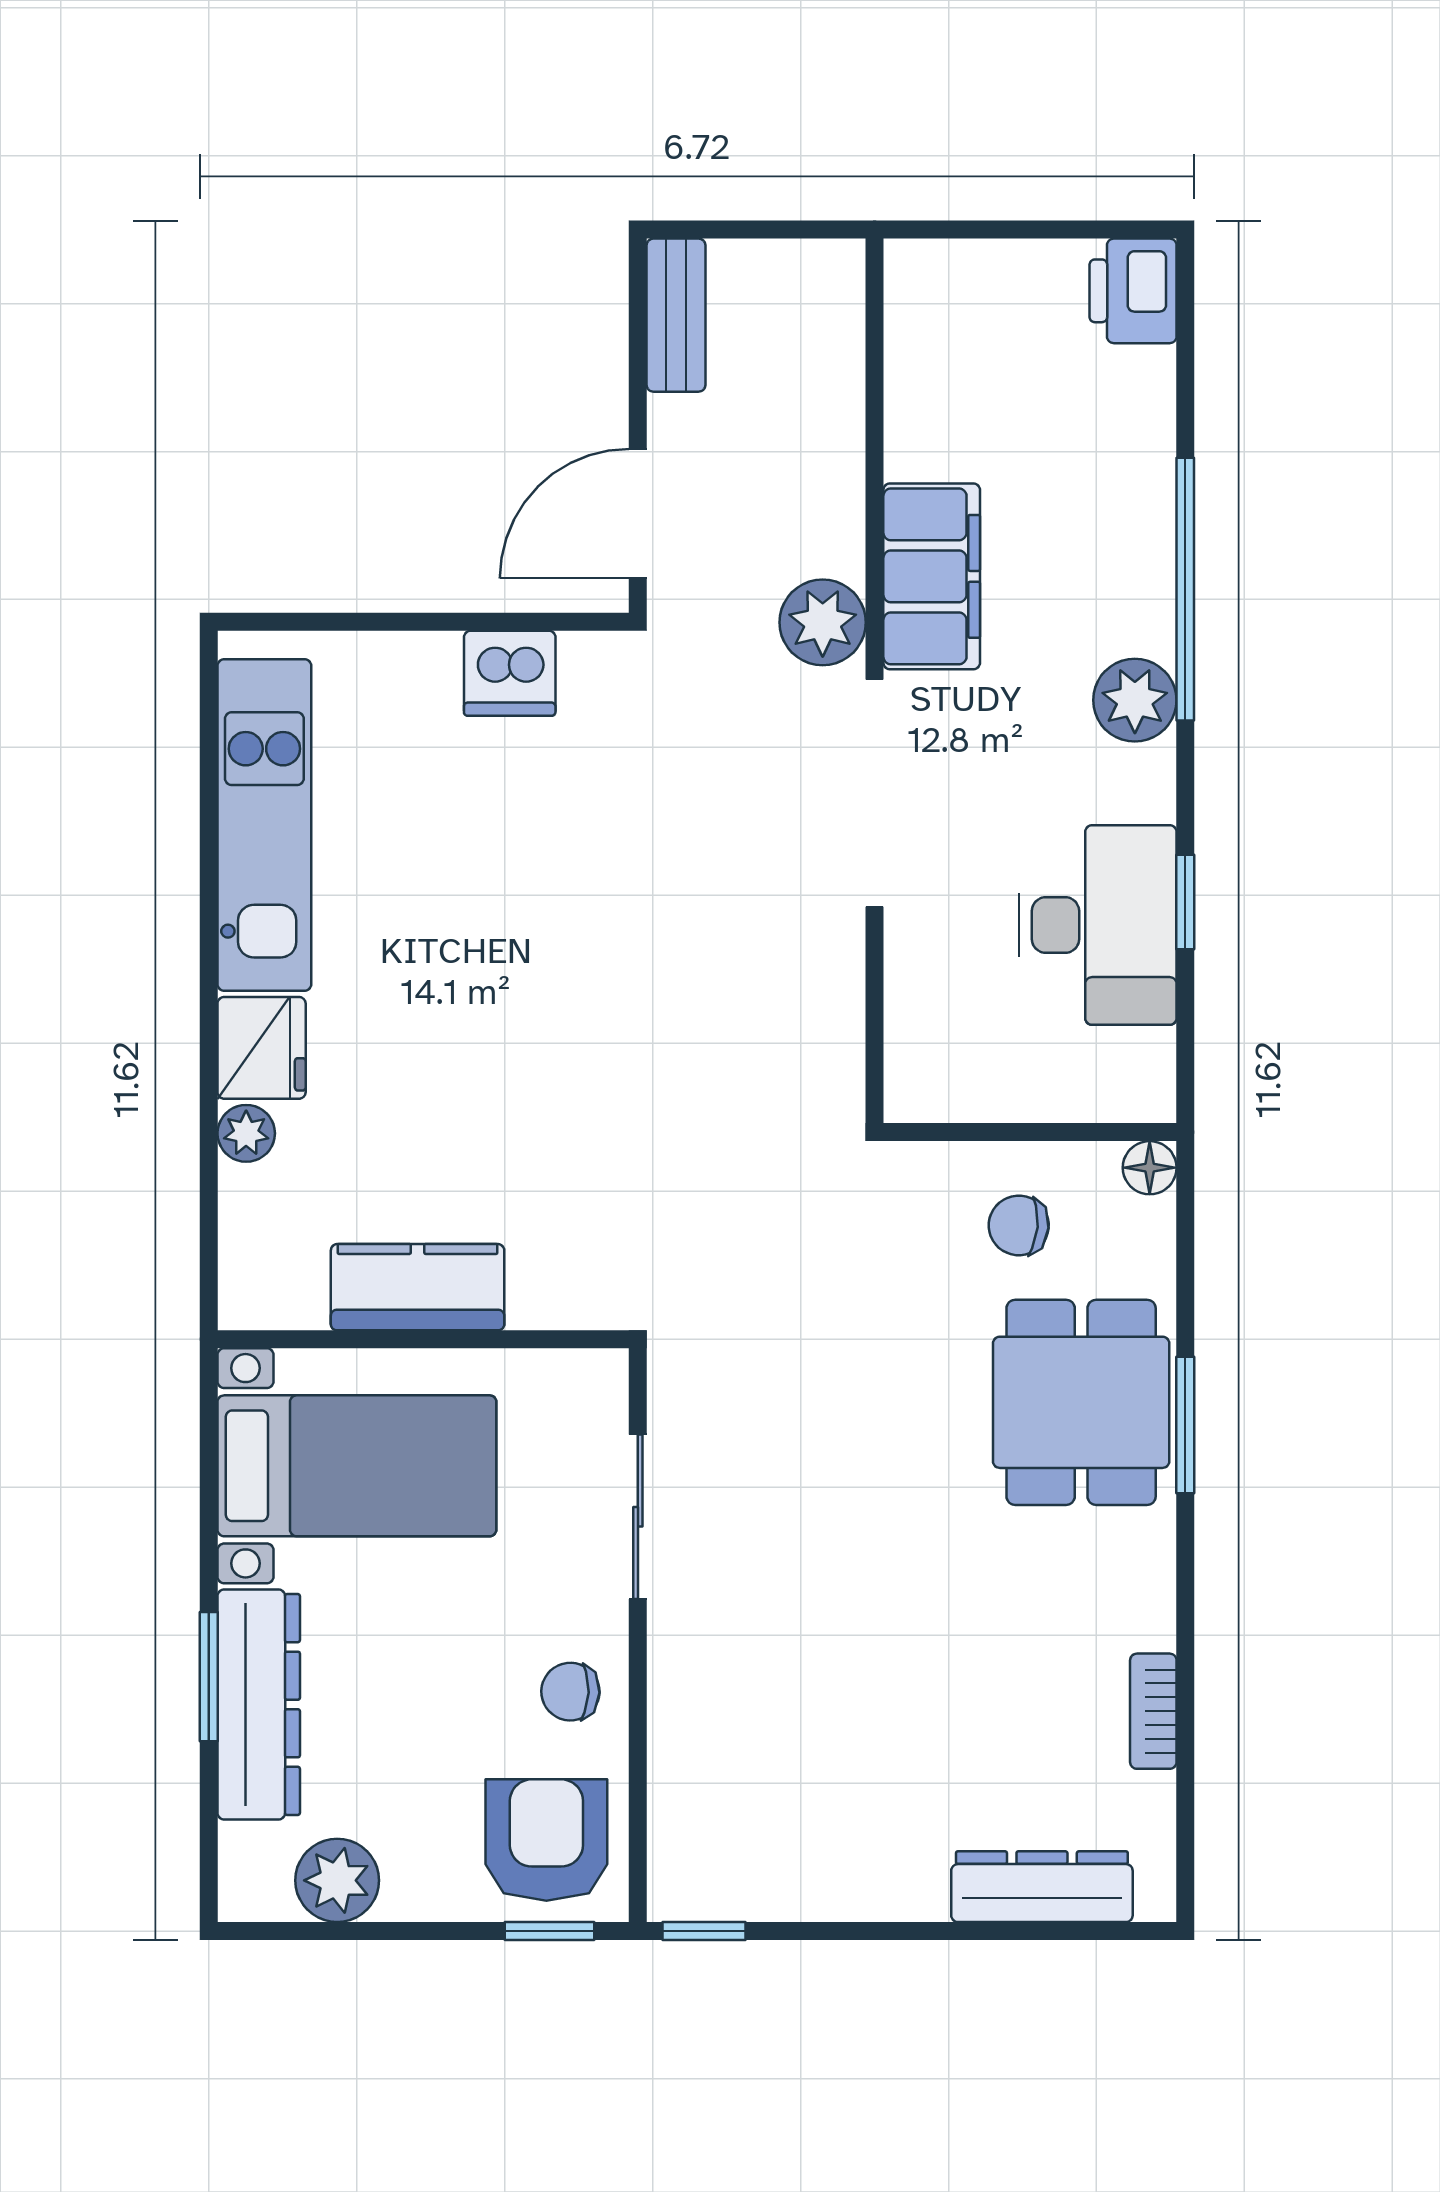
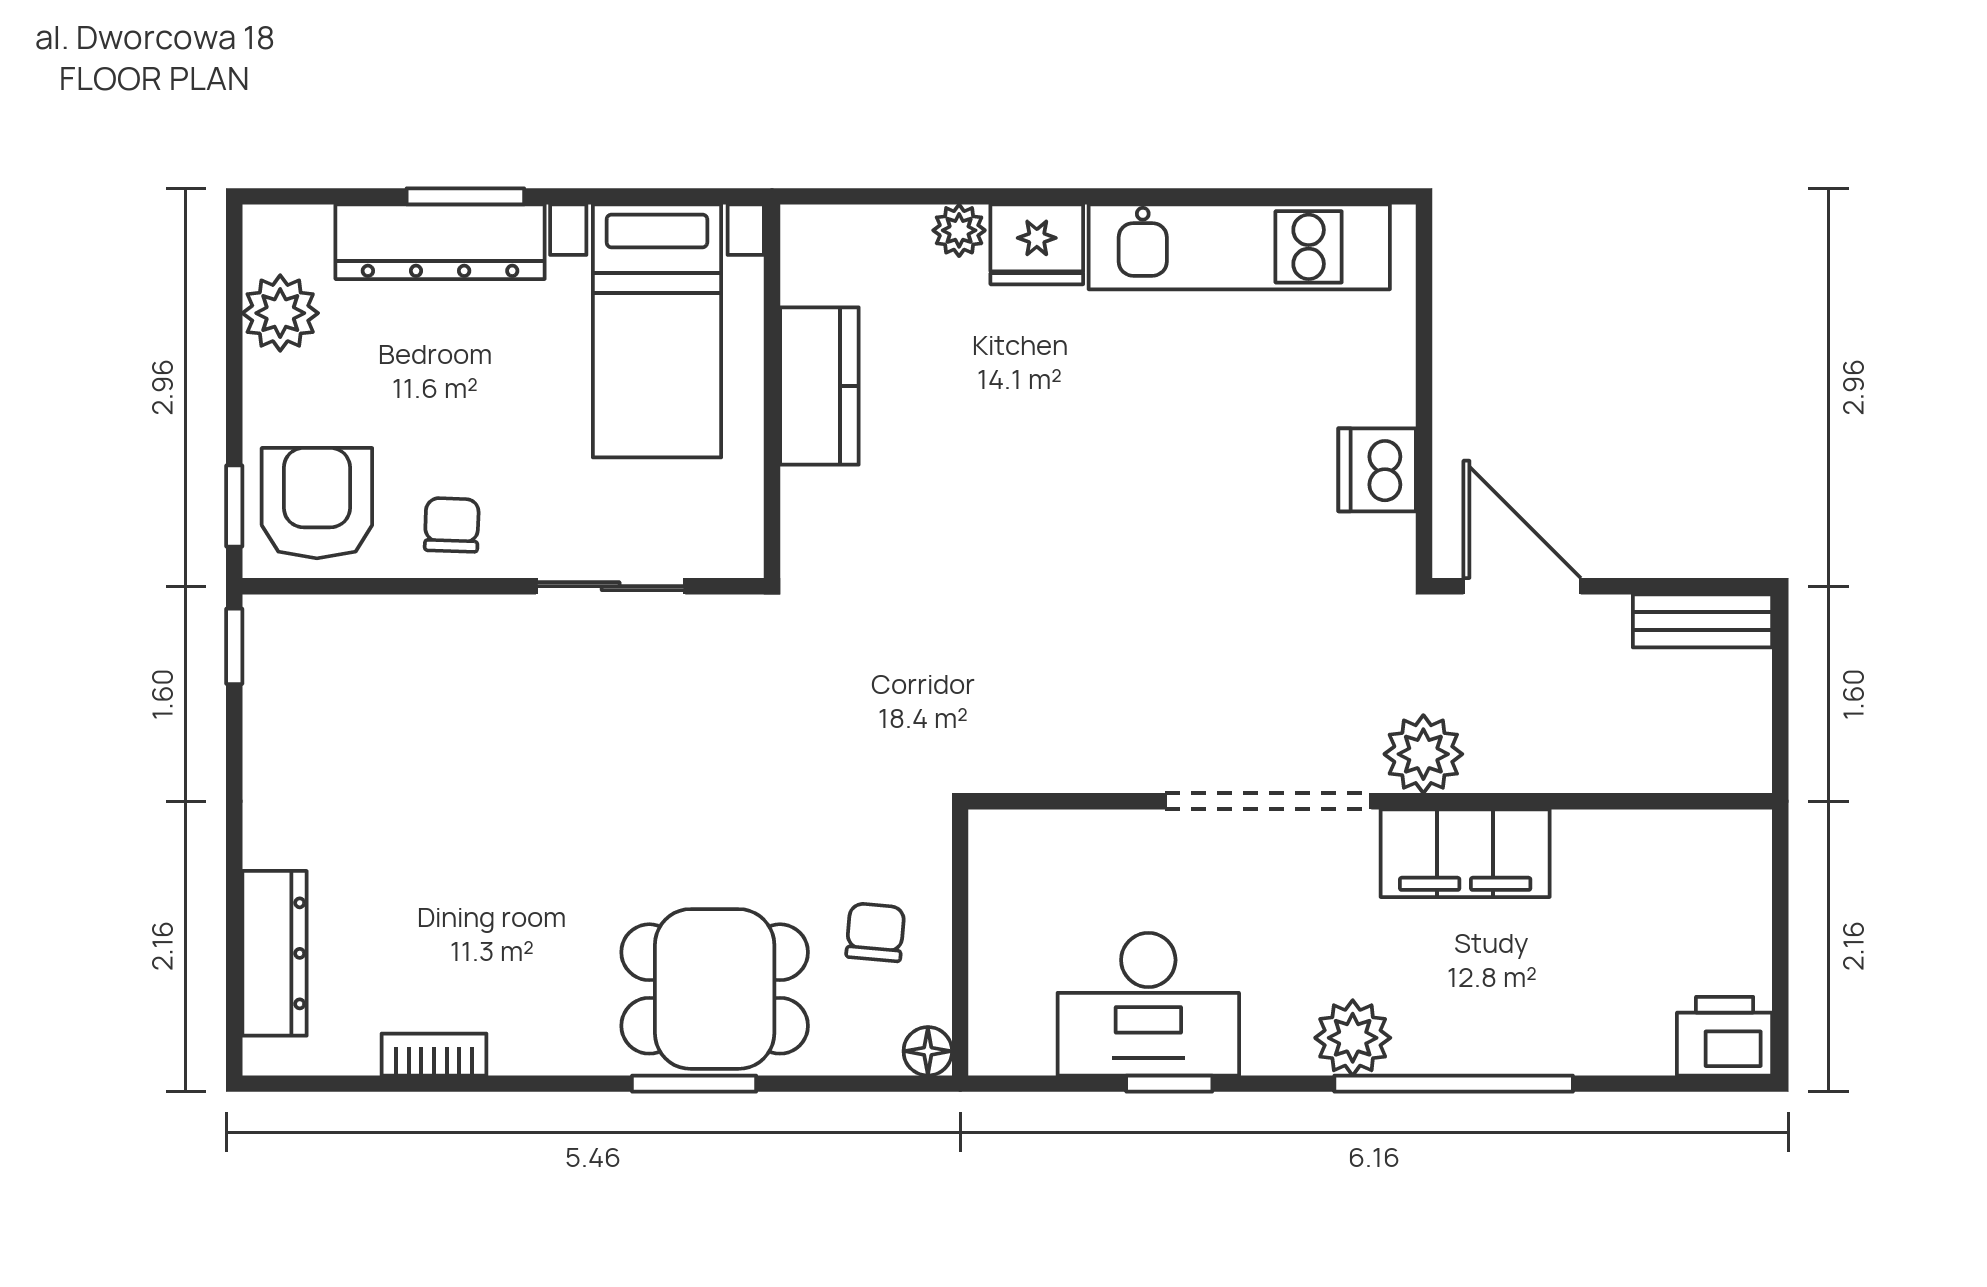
armchair: (546, 1840) -> (317, 503), turned -90

